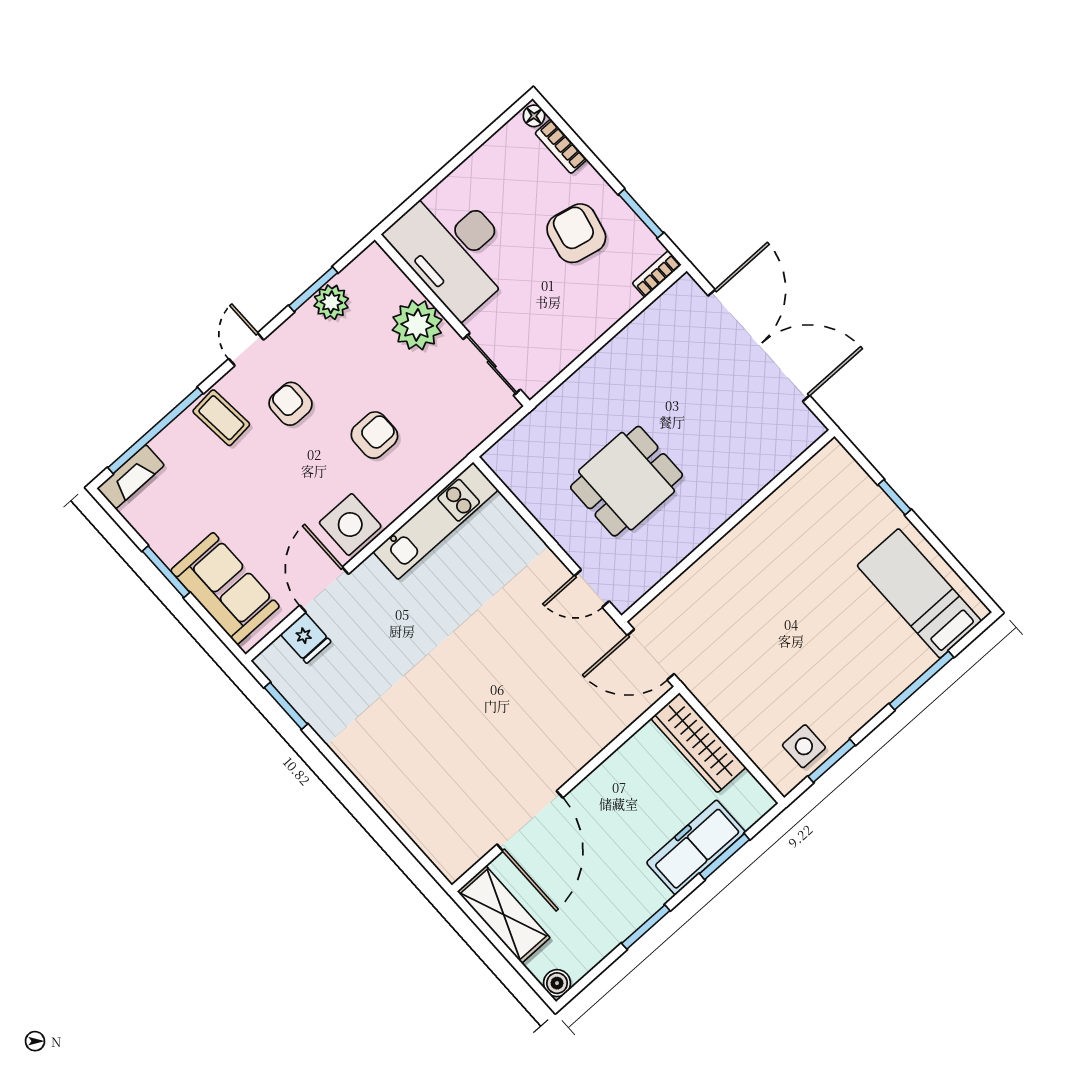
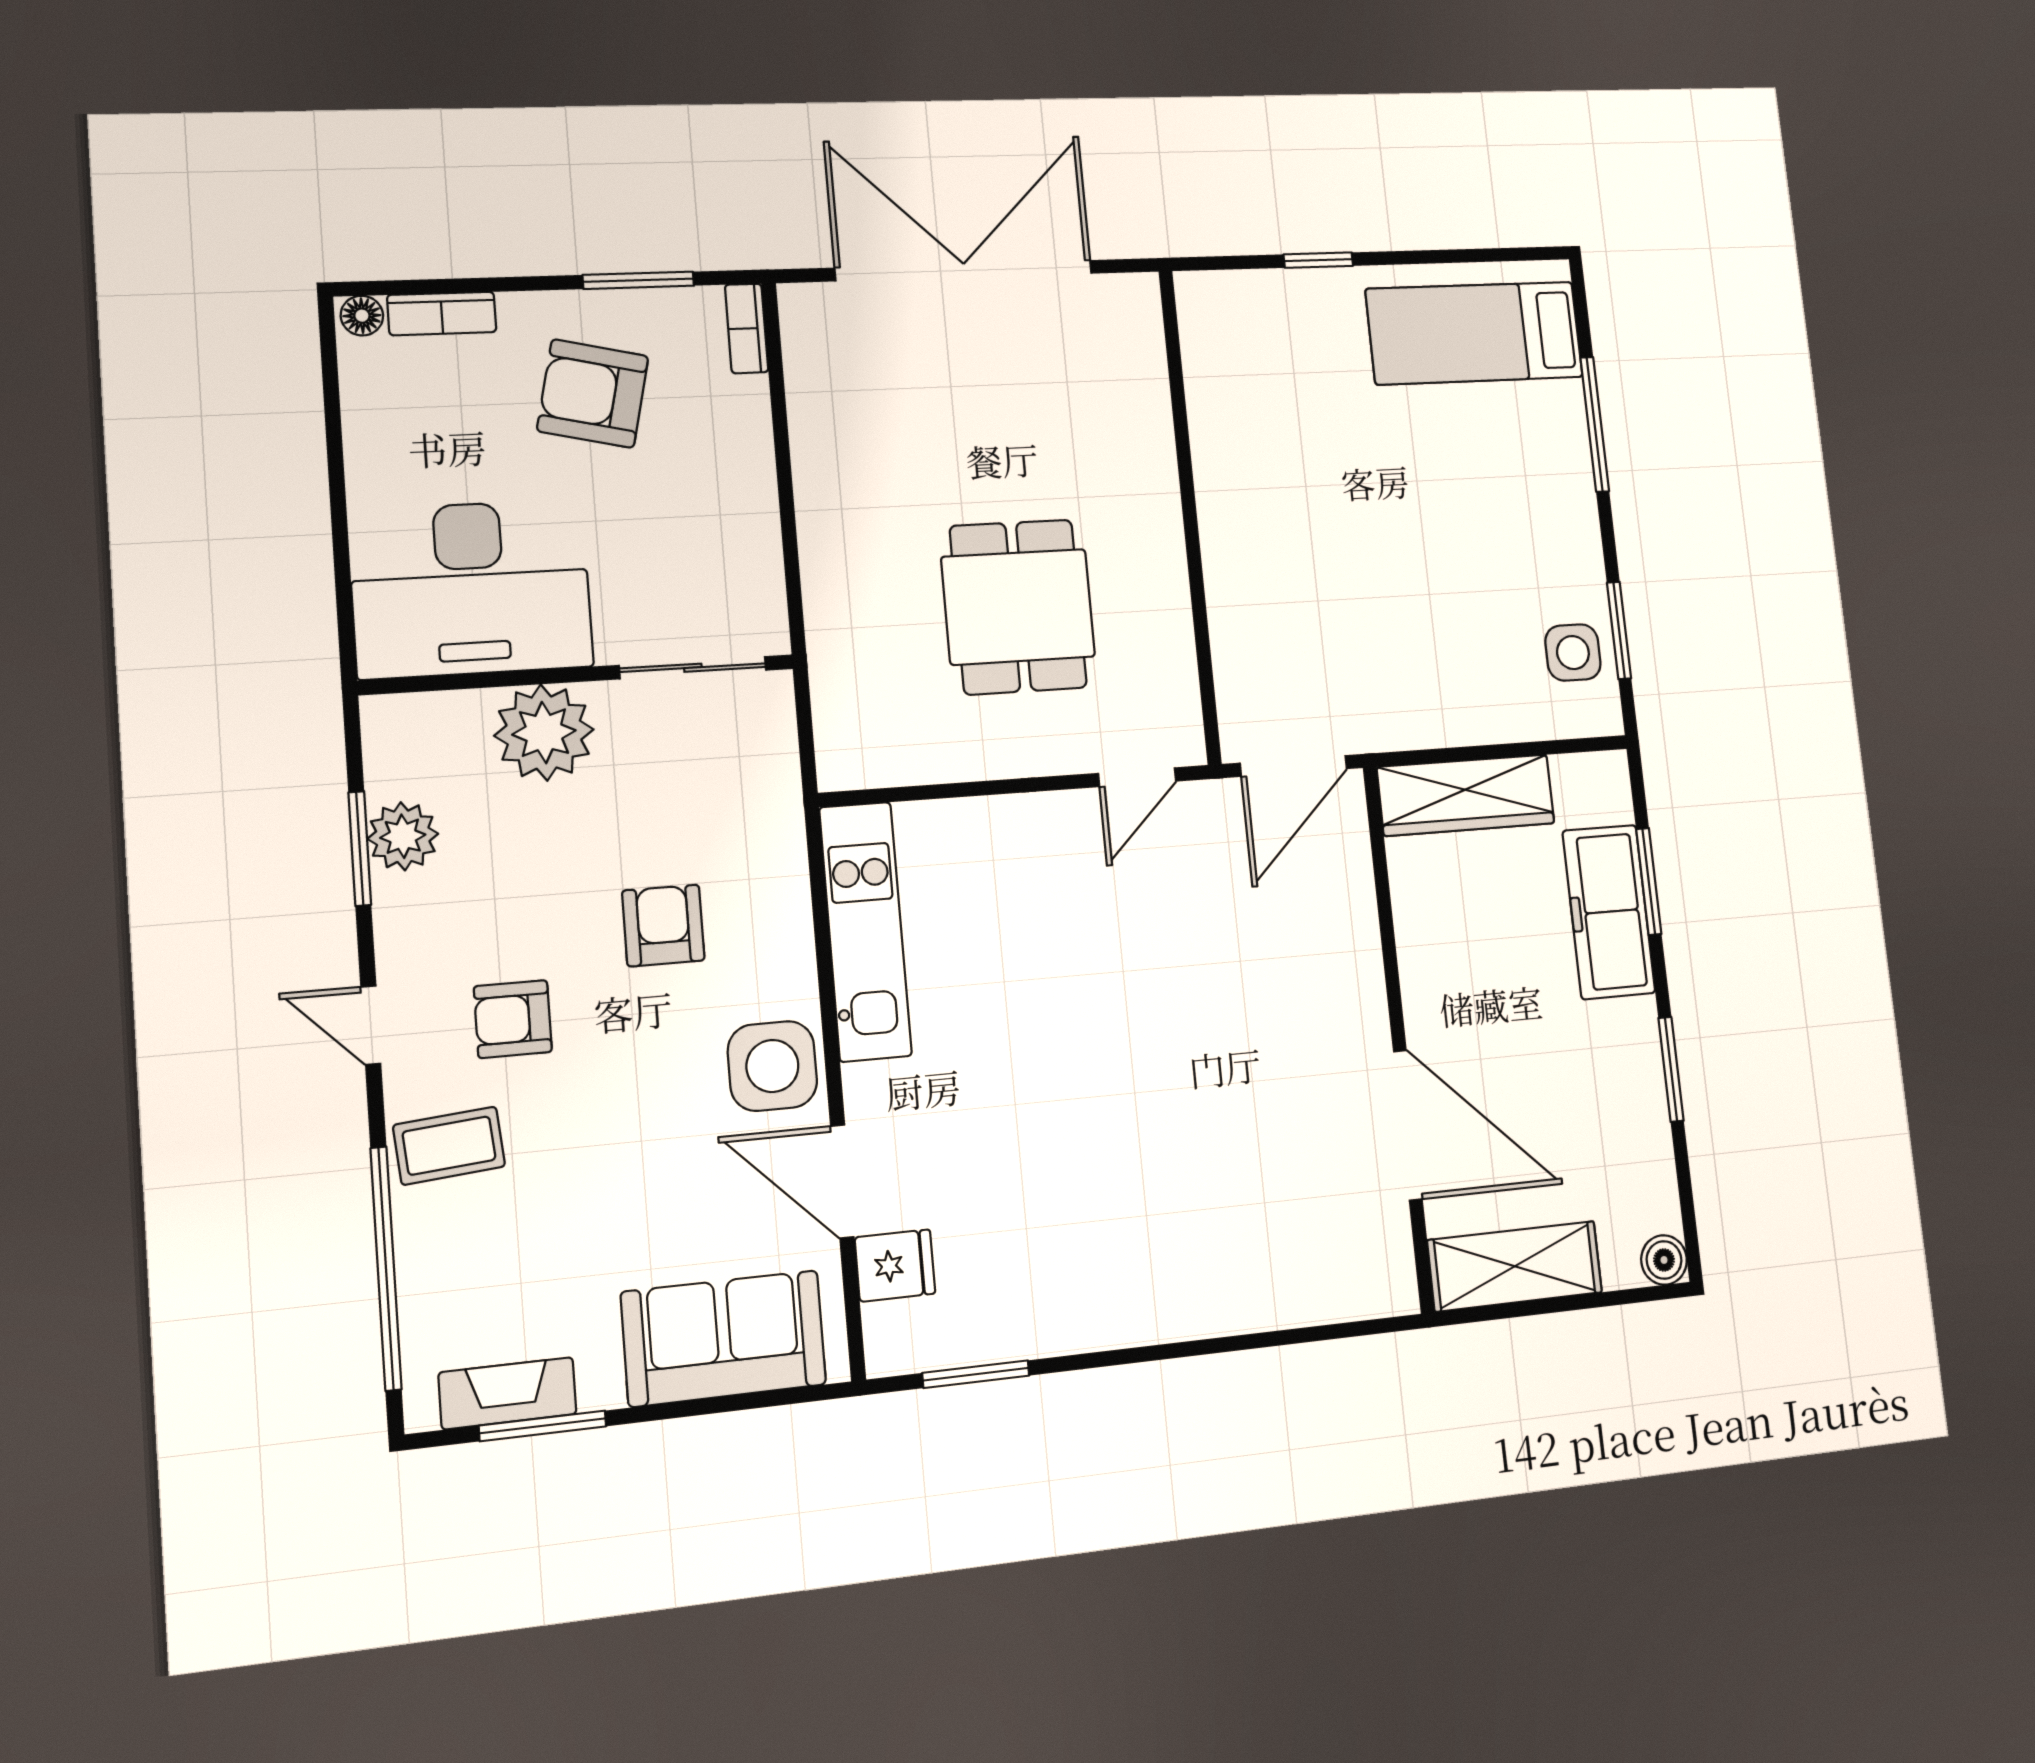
fireplace: (131, 477) -> (508, 1393), moved, turned -90
window: (166, 572) -> (543, 1426), moved

